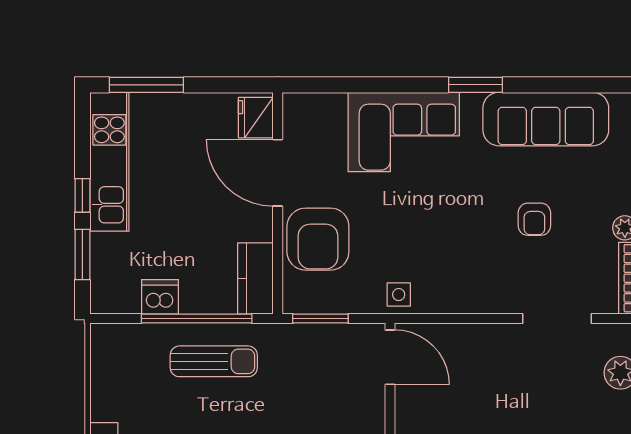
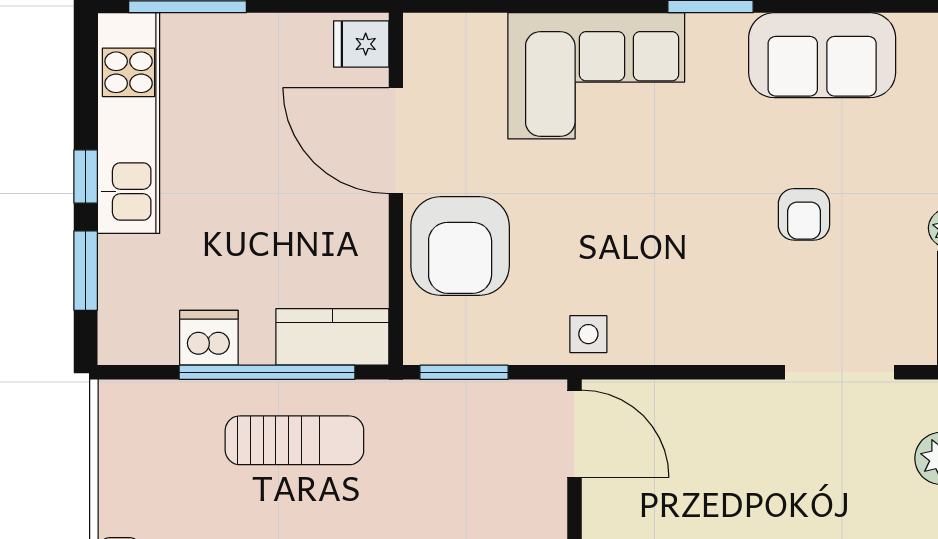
fridge: (256, 118) -> (361, 44), width x0.72
sofa: (546, 119) -> (822, 55), width x0.73
kitchen counter: (255, 279) -> (332, 337), moved, turned 90

